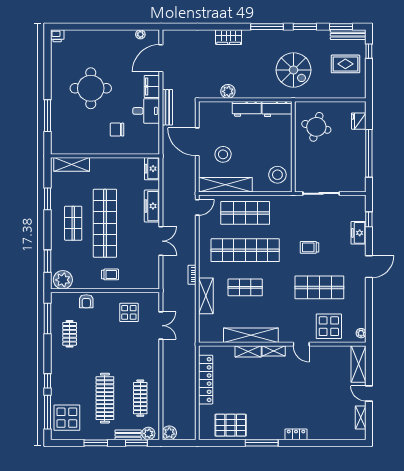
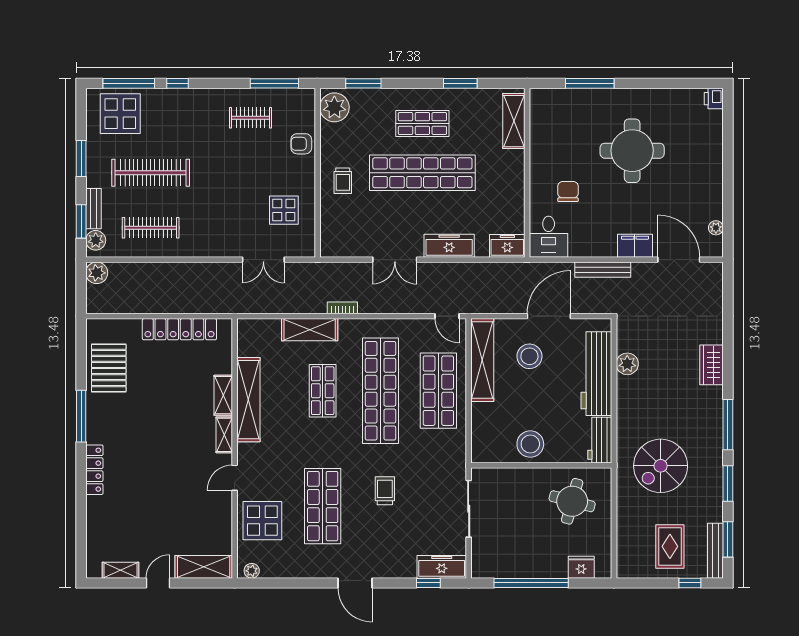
workbench: (247, 109) -> (596, 374), width x1.88, depth x1.32
desk: (146, 111) -> (549, 237), moved
stool: (277, 175) -> (530, 444), moved
freezer: (359, 233) -> (442, 567), moved, width x1.40
locker: (296, 434) -> (94, 470), width x1.53

